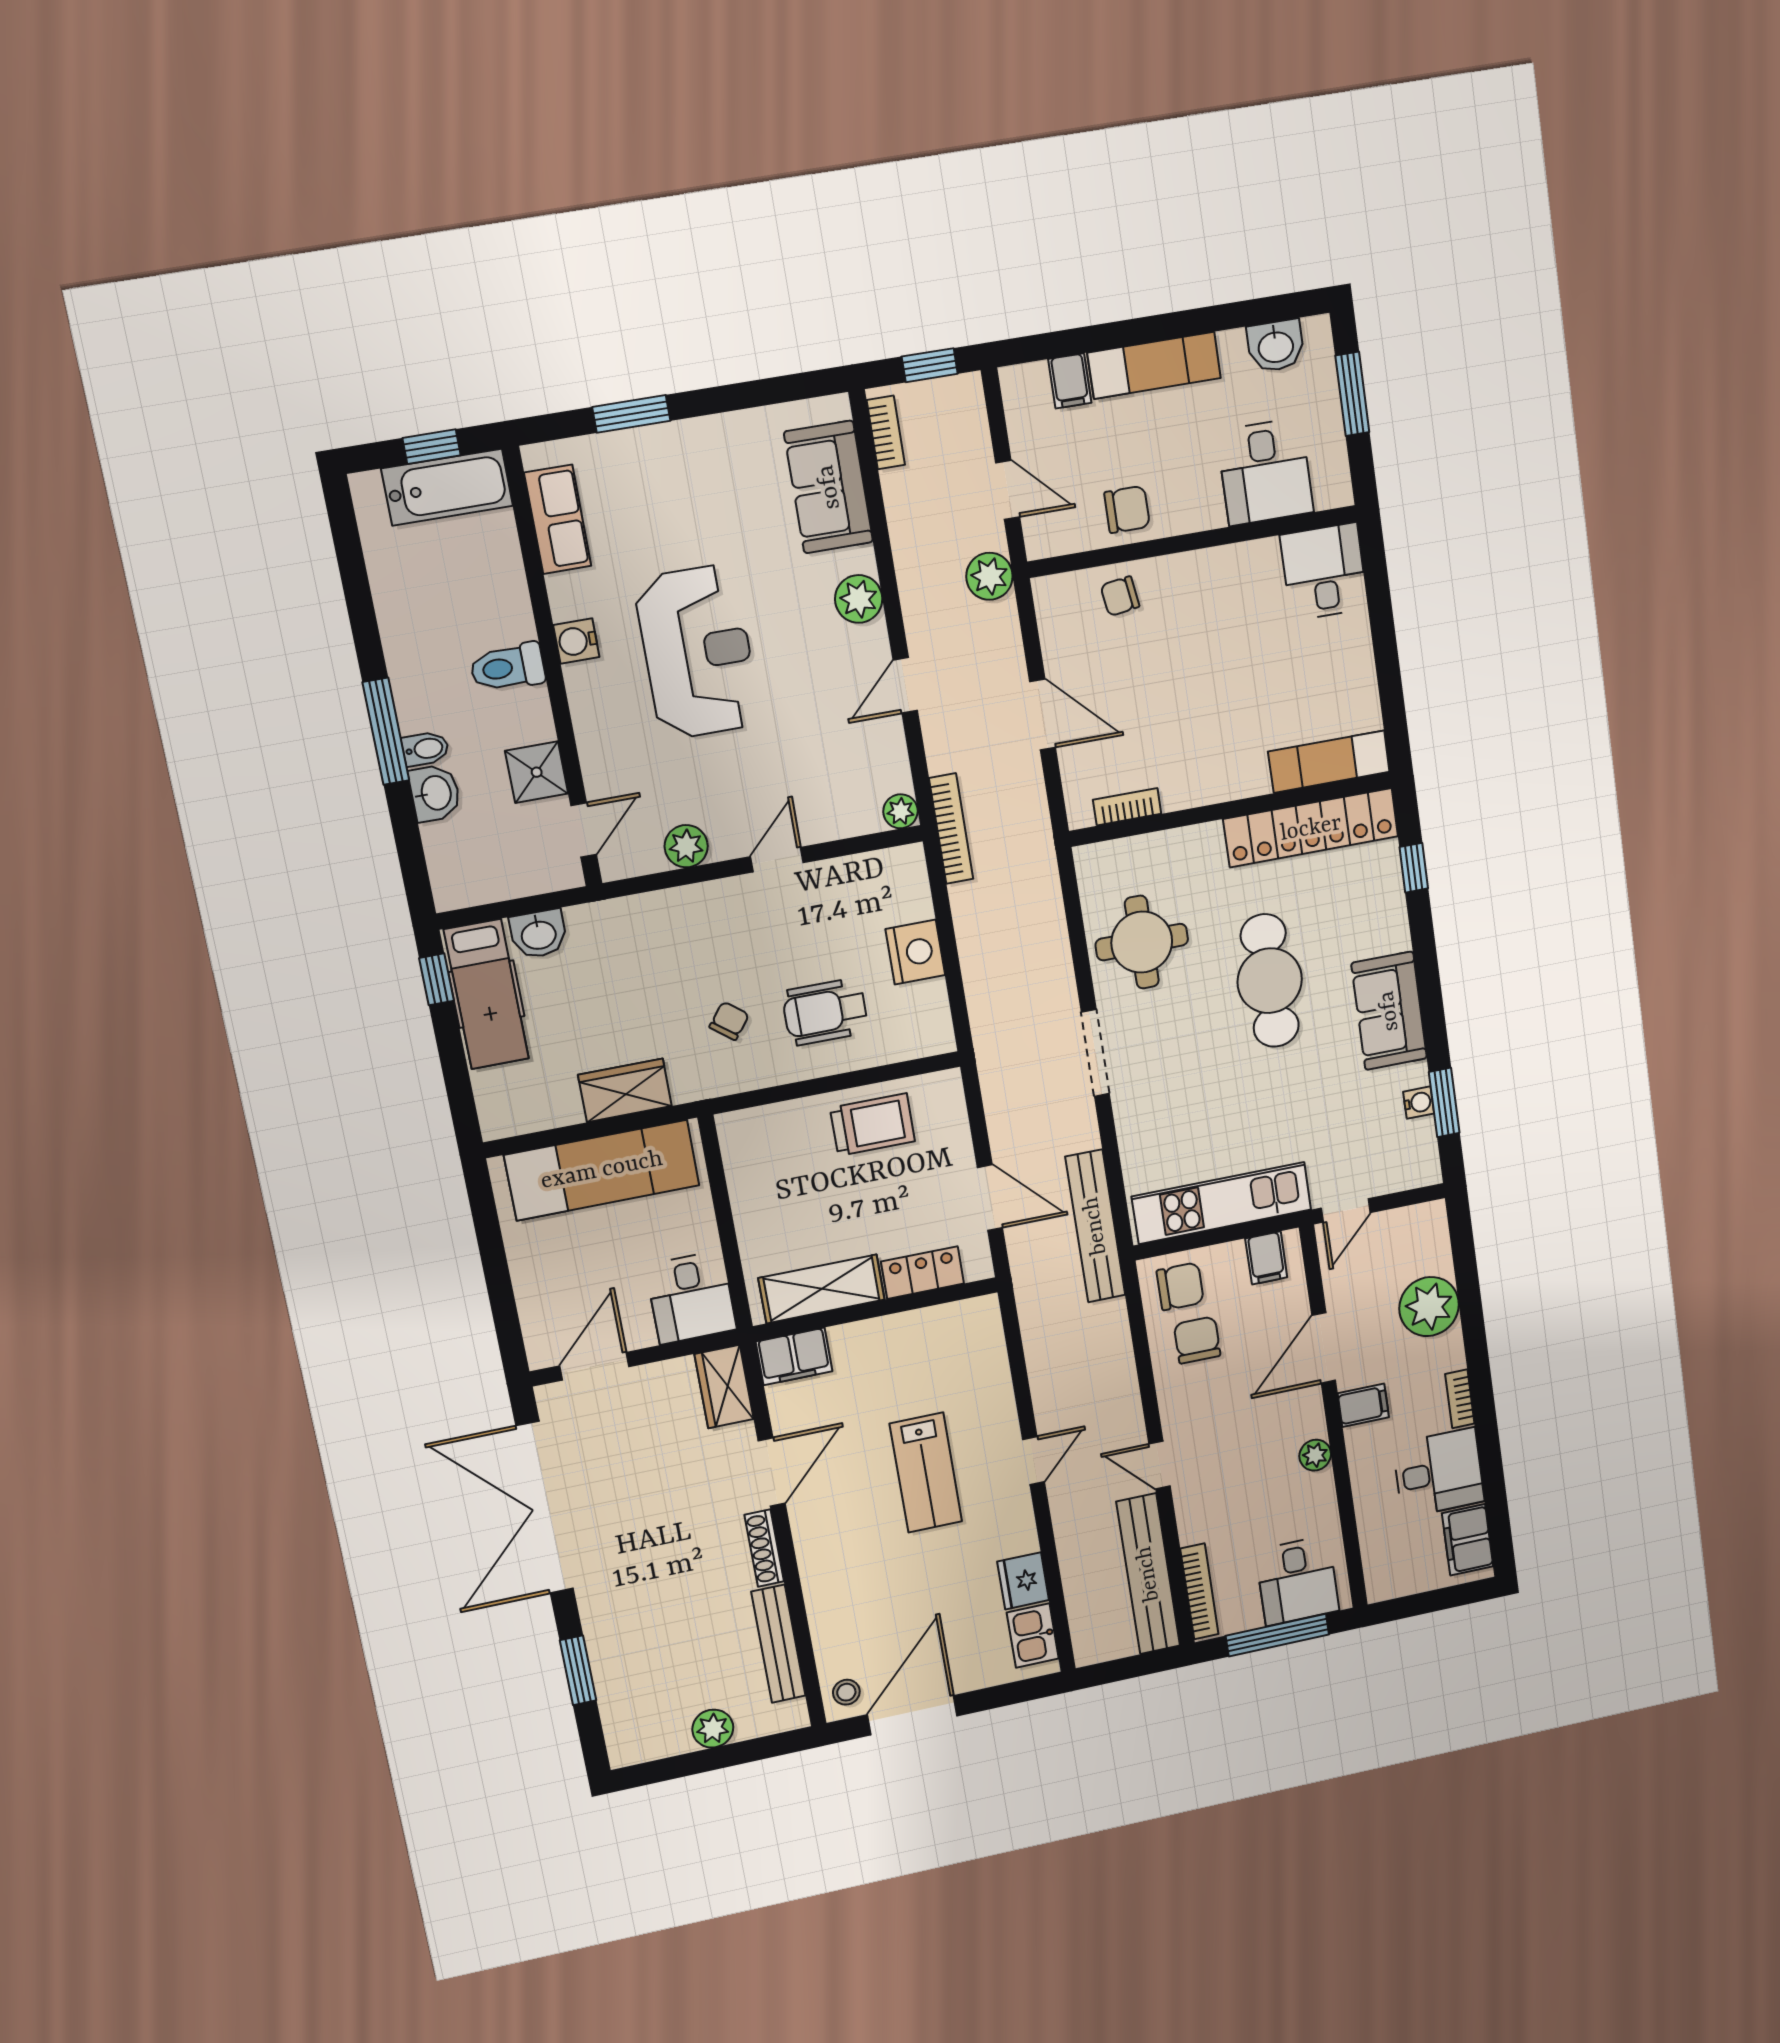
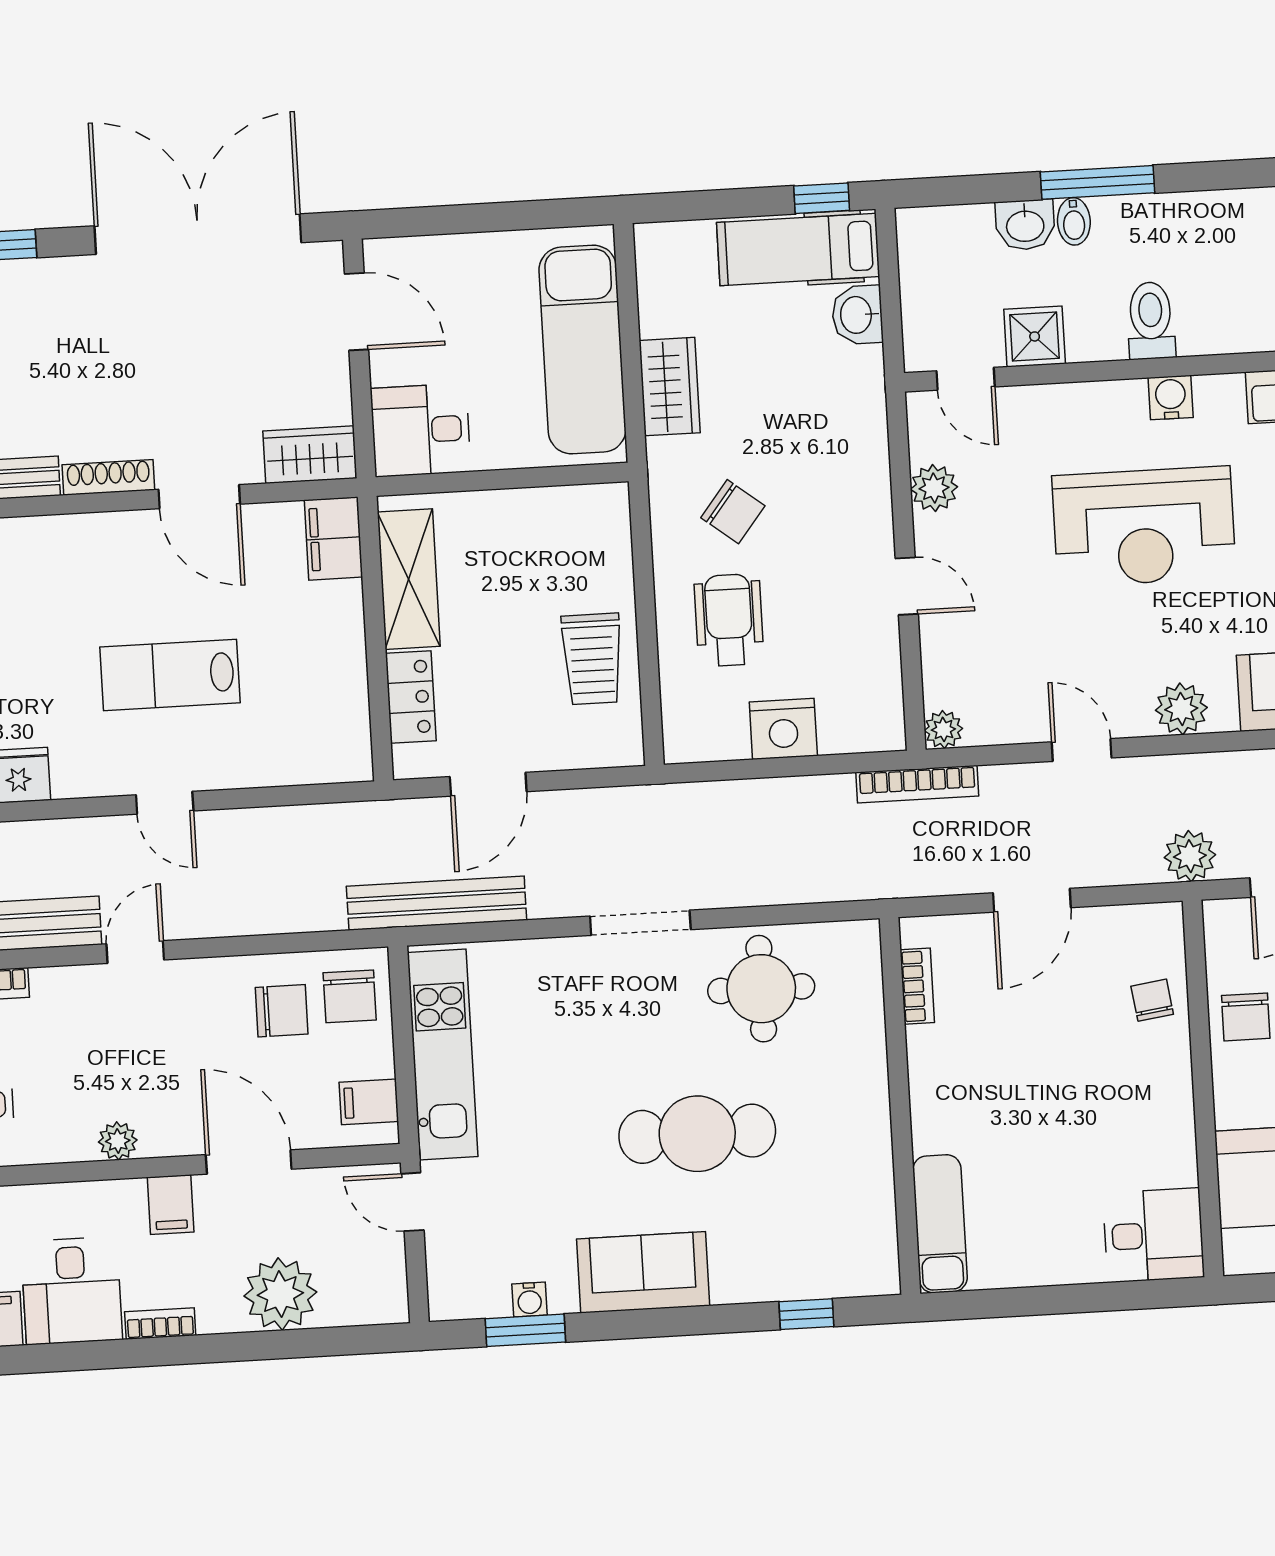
locker: (1311, 828) -> (868, 1197), removed
chair: (729, 1021) -> (733, 512), width x1.37, depth x1.37

